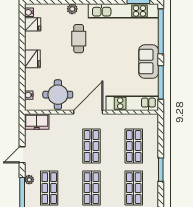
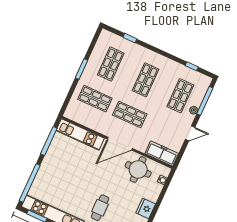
sofa: (149, 62) -> (51, 163), removed
freezer: (37, 121) -> (162, 153), width x1.40
shop shelf: (91, 146) -> (130, 114), turned 90
shop shelf: (134, 146) -> (95, 99), turned 90

